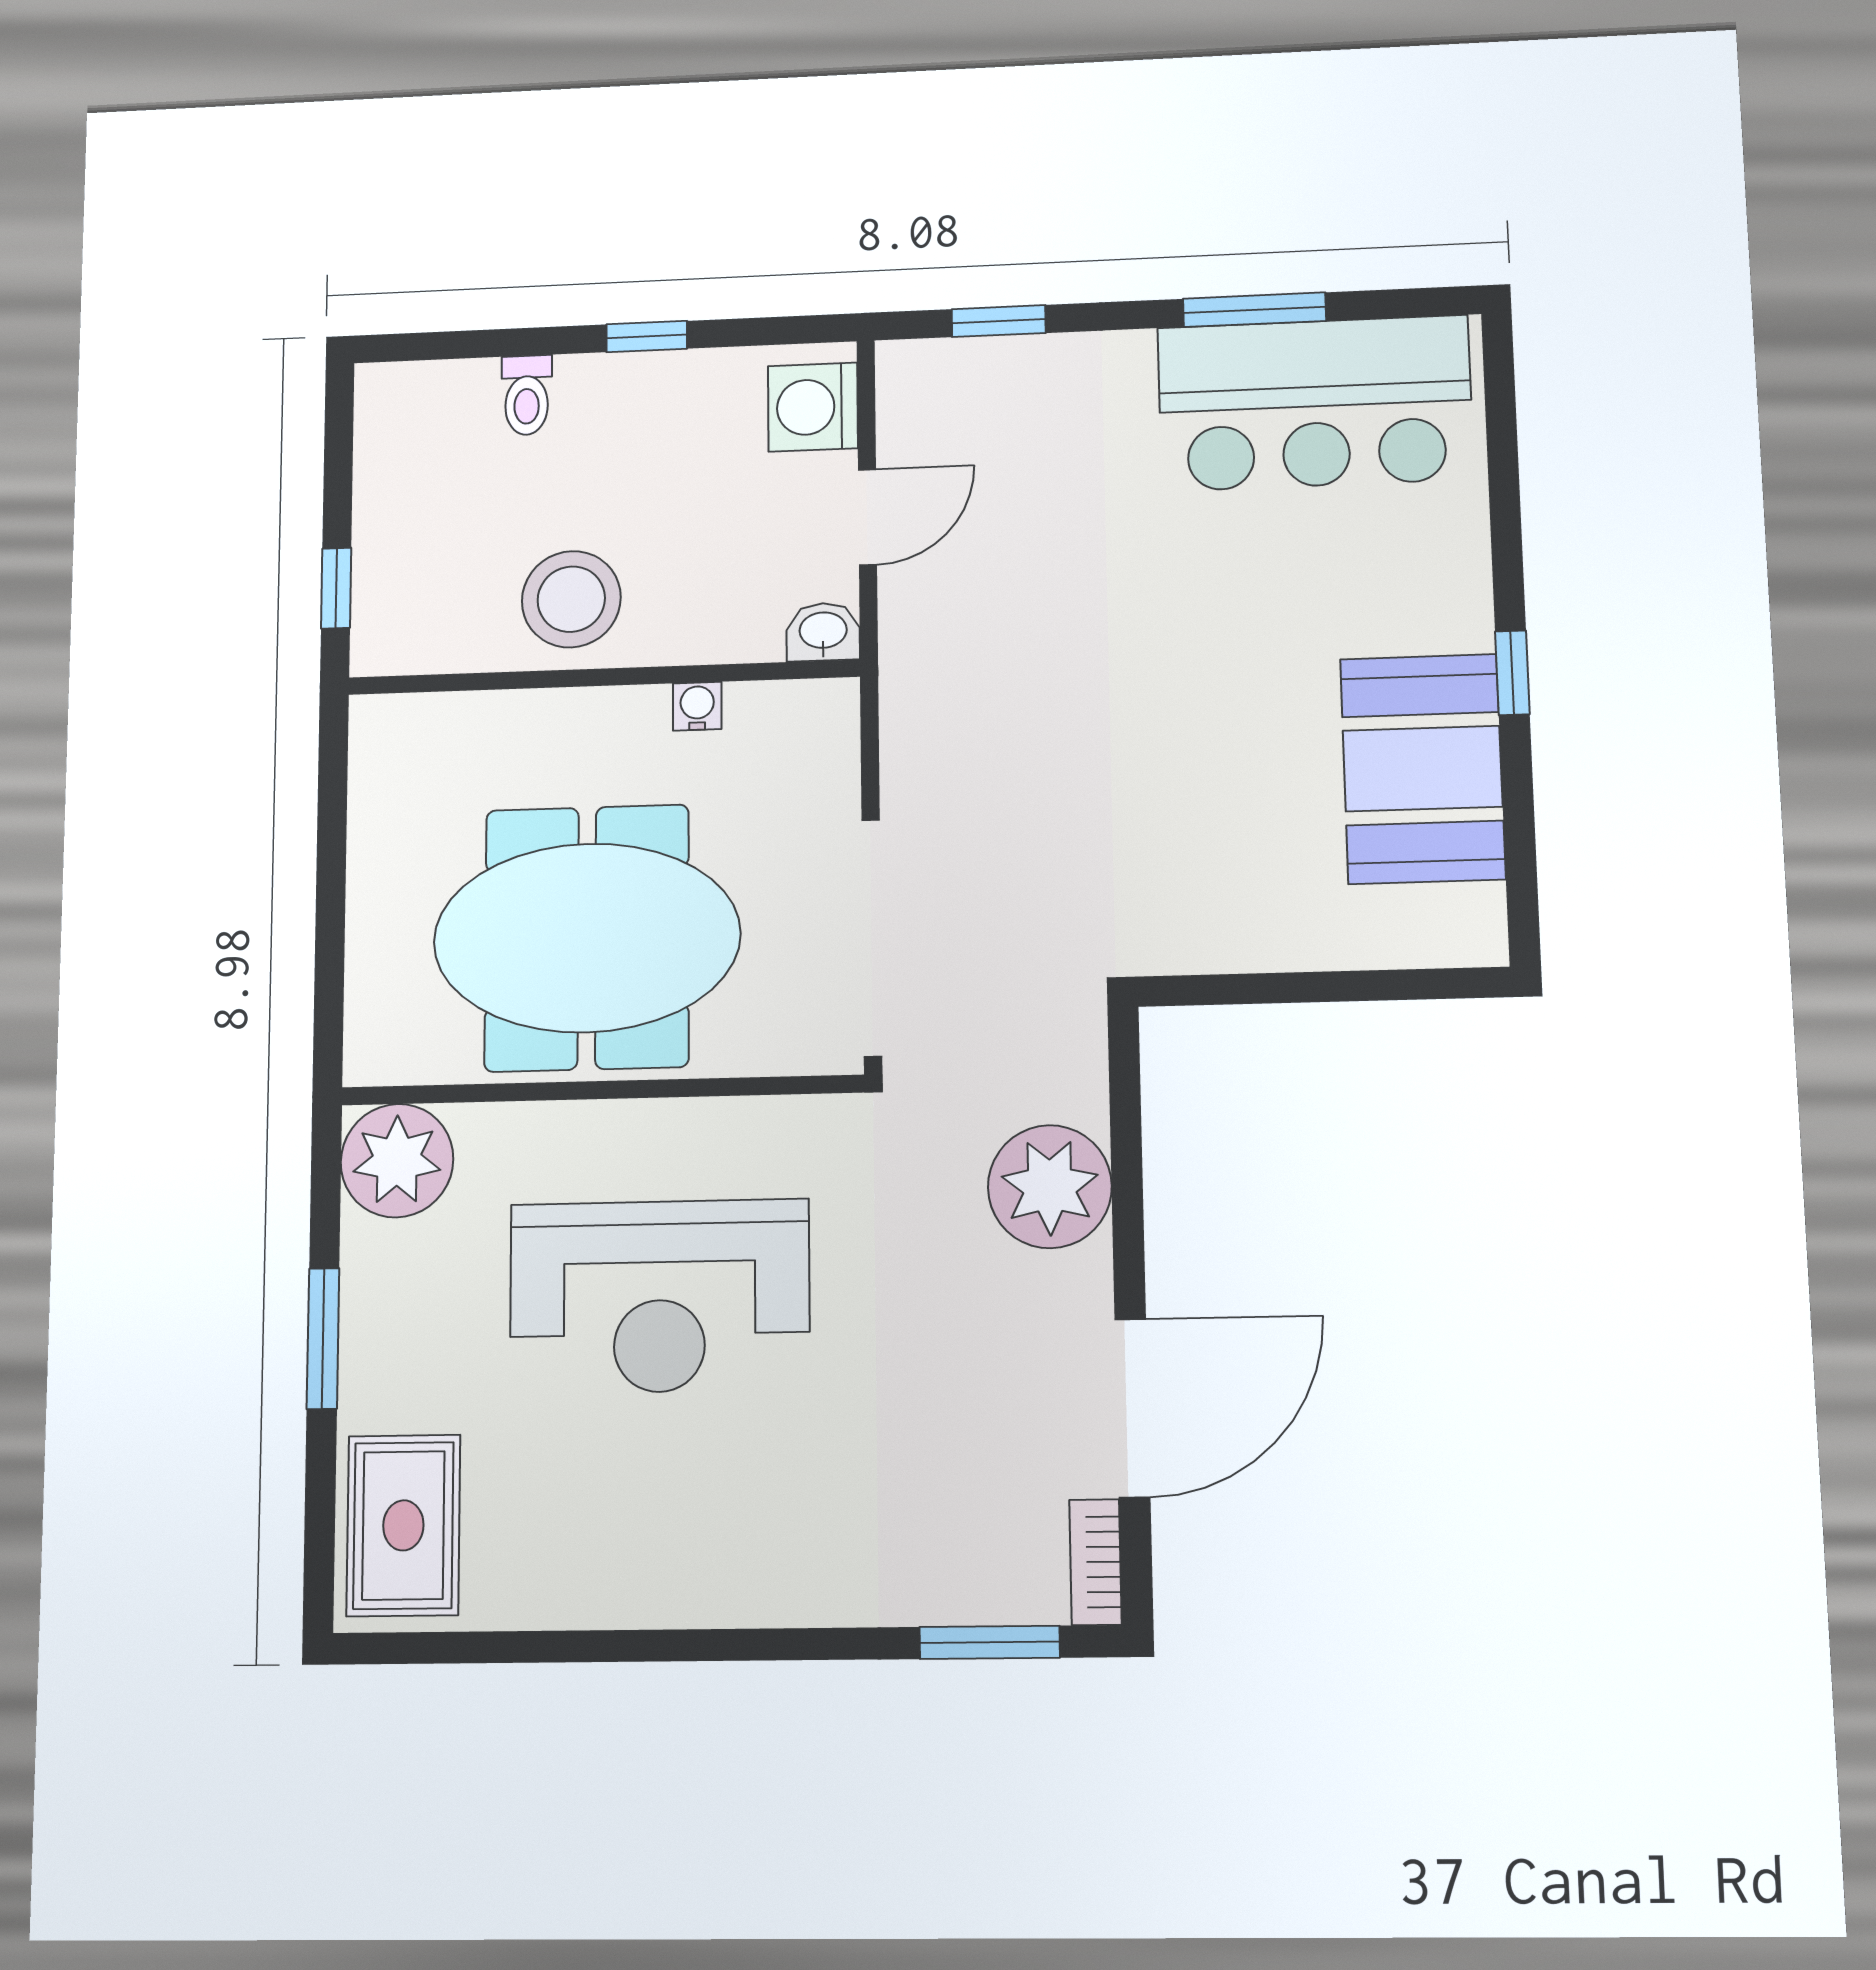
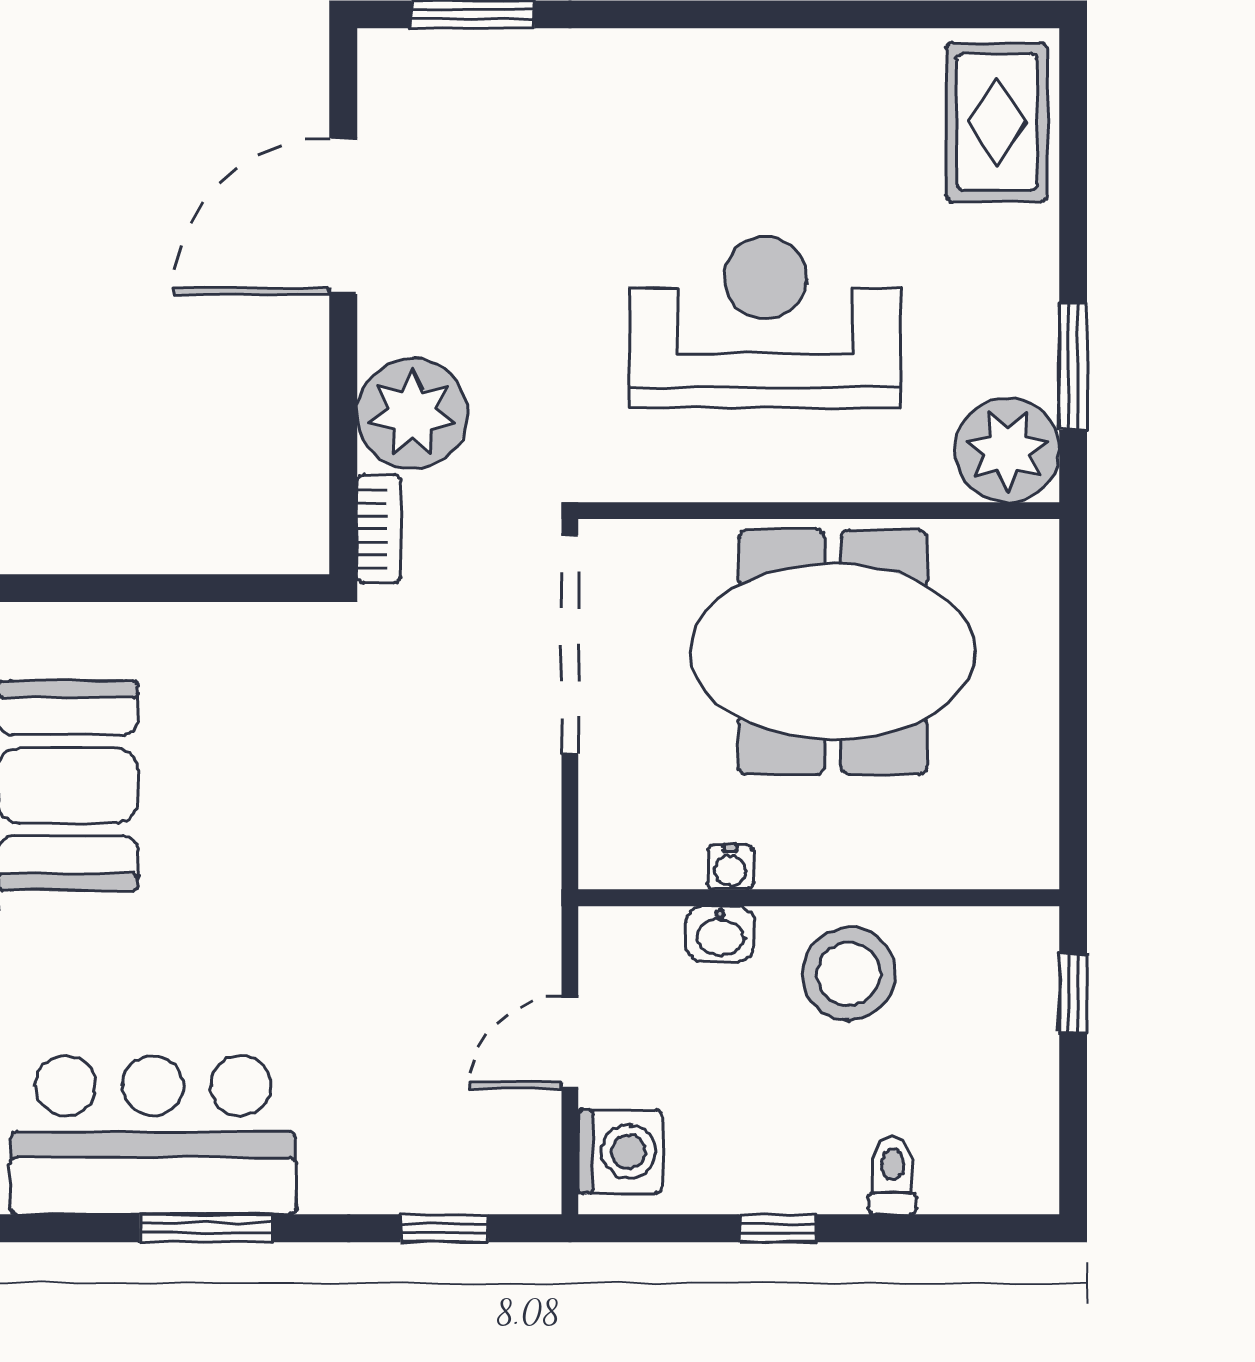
washbasin: (823, 632) -> (720, 934), moved
window: (323, 1339) -> (1073, 366), moved
bookcase: (1095, 1562) -> (379, 529), moved

